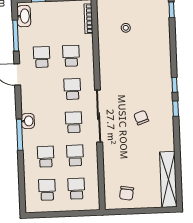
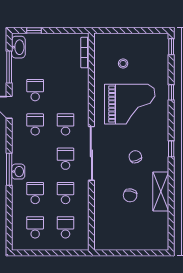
school desk: (71, 56) -> (35, 124), moved
grand piano: (134, 67) -> (130, 104), added
window: (175, 85) -> (171, 92), moved
washbasin: (28, 121) -> (18, 172), moved
shelving: (168, 179) -> (161, 191), moved, width x0.68
chair: (127, 193) -> (130, 195), moved

